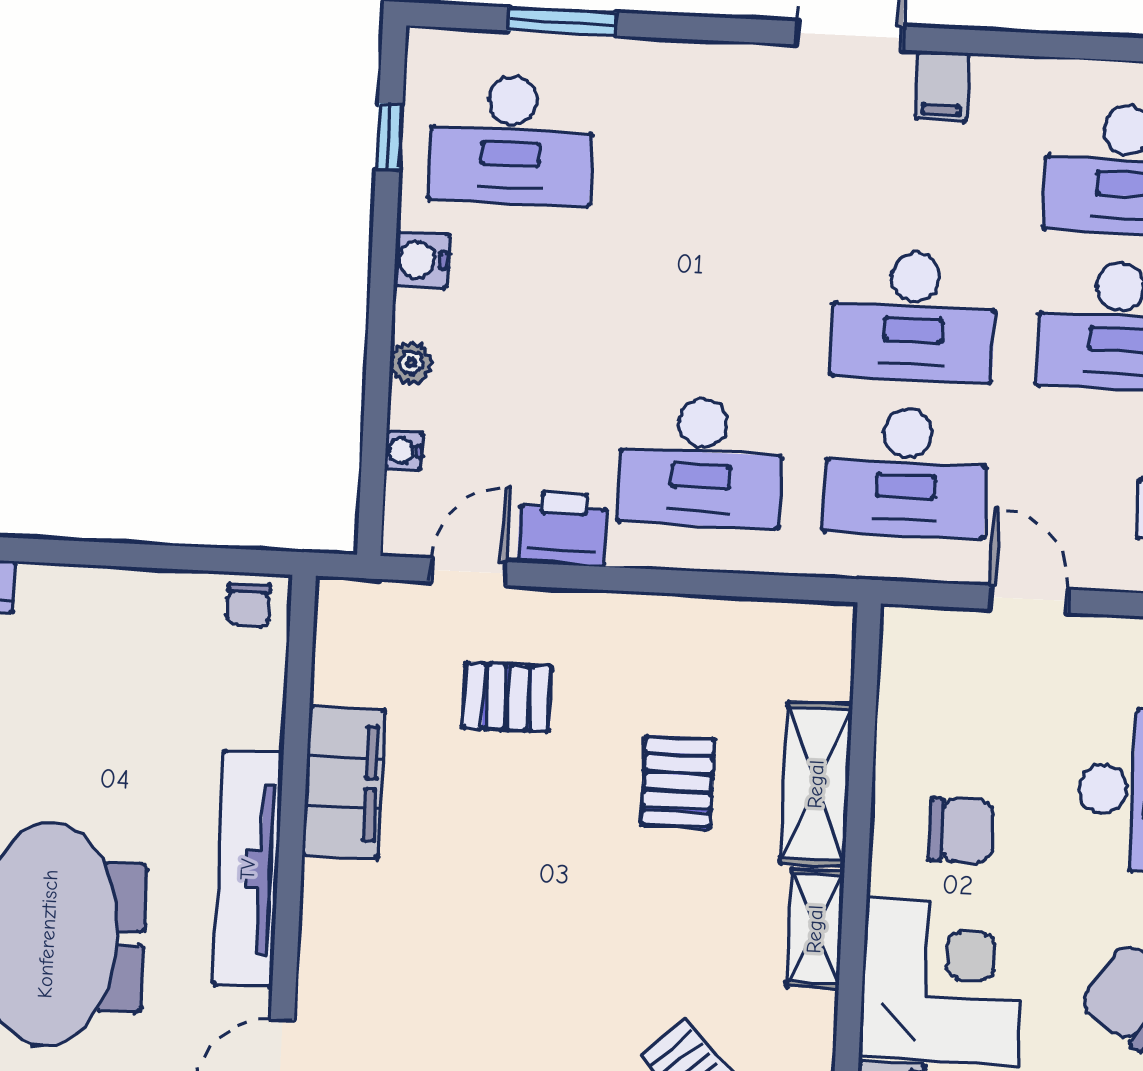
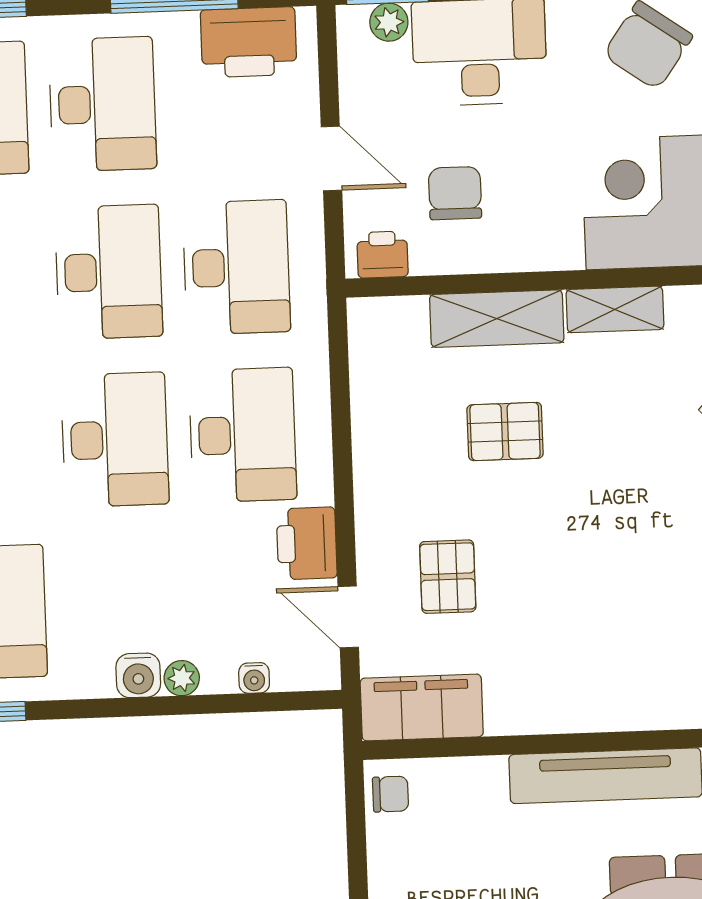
water cooler: (422, 260) -> (138, 675), moved
desk: (709, 306) -> (115, 440), added
door: (1029, 599) -> (331, 158), swing flipped
printer: (906, 651) -> (382, 255), added
filing cabinet: (344, 783) -> (422, 707), moved
chair: (961, 830) -> (455, 193), moved

